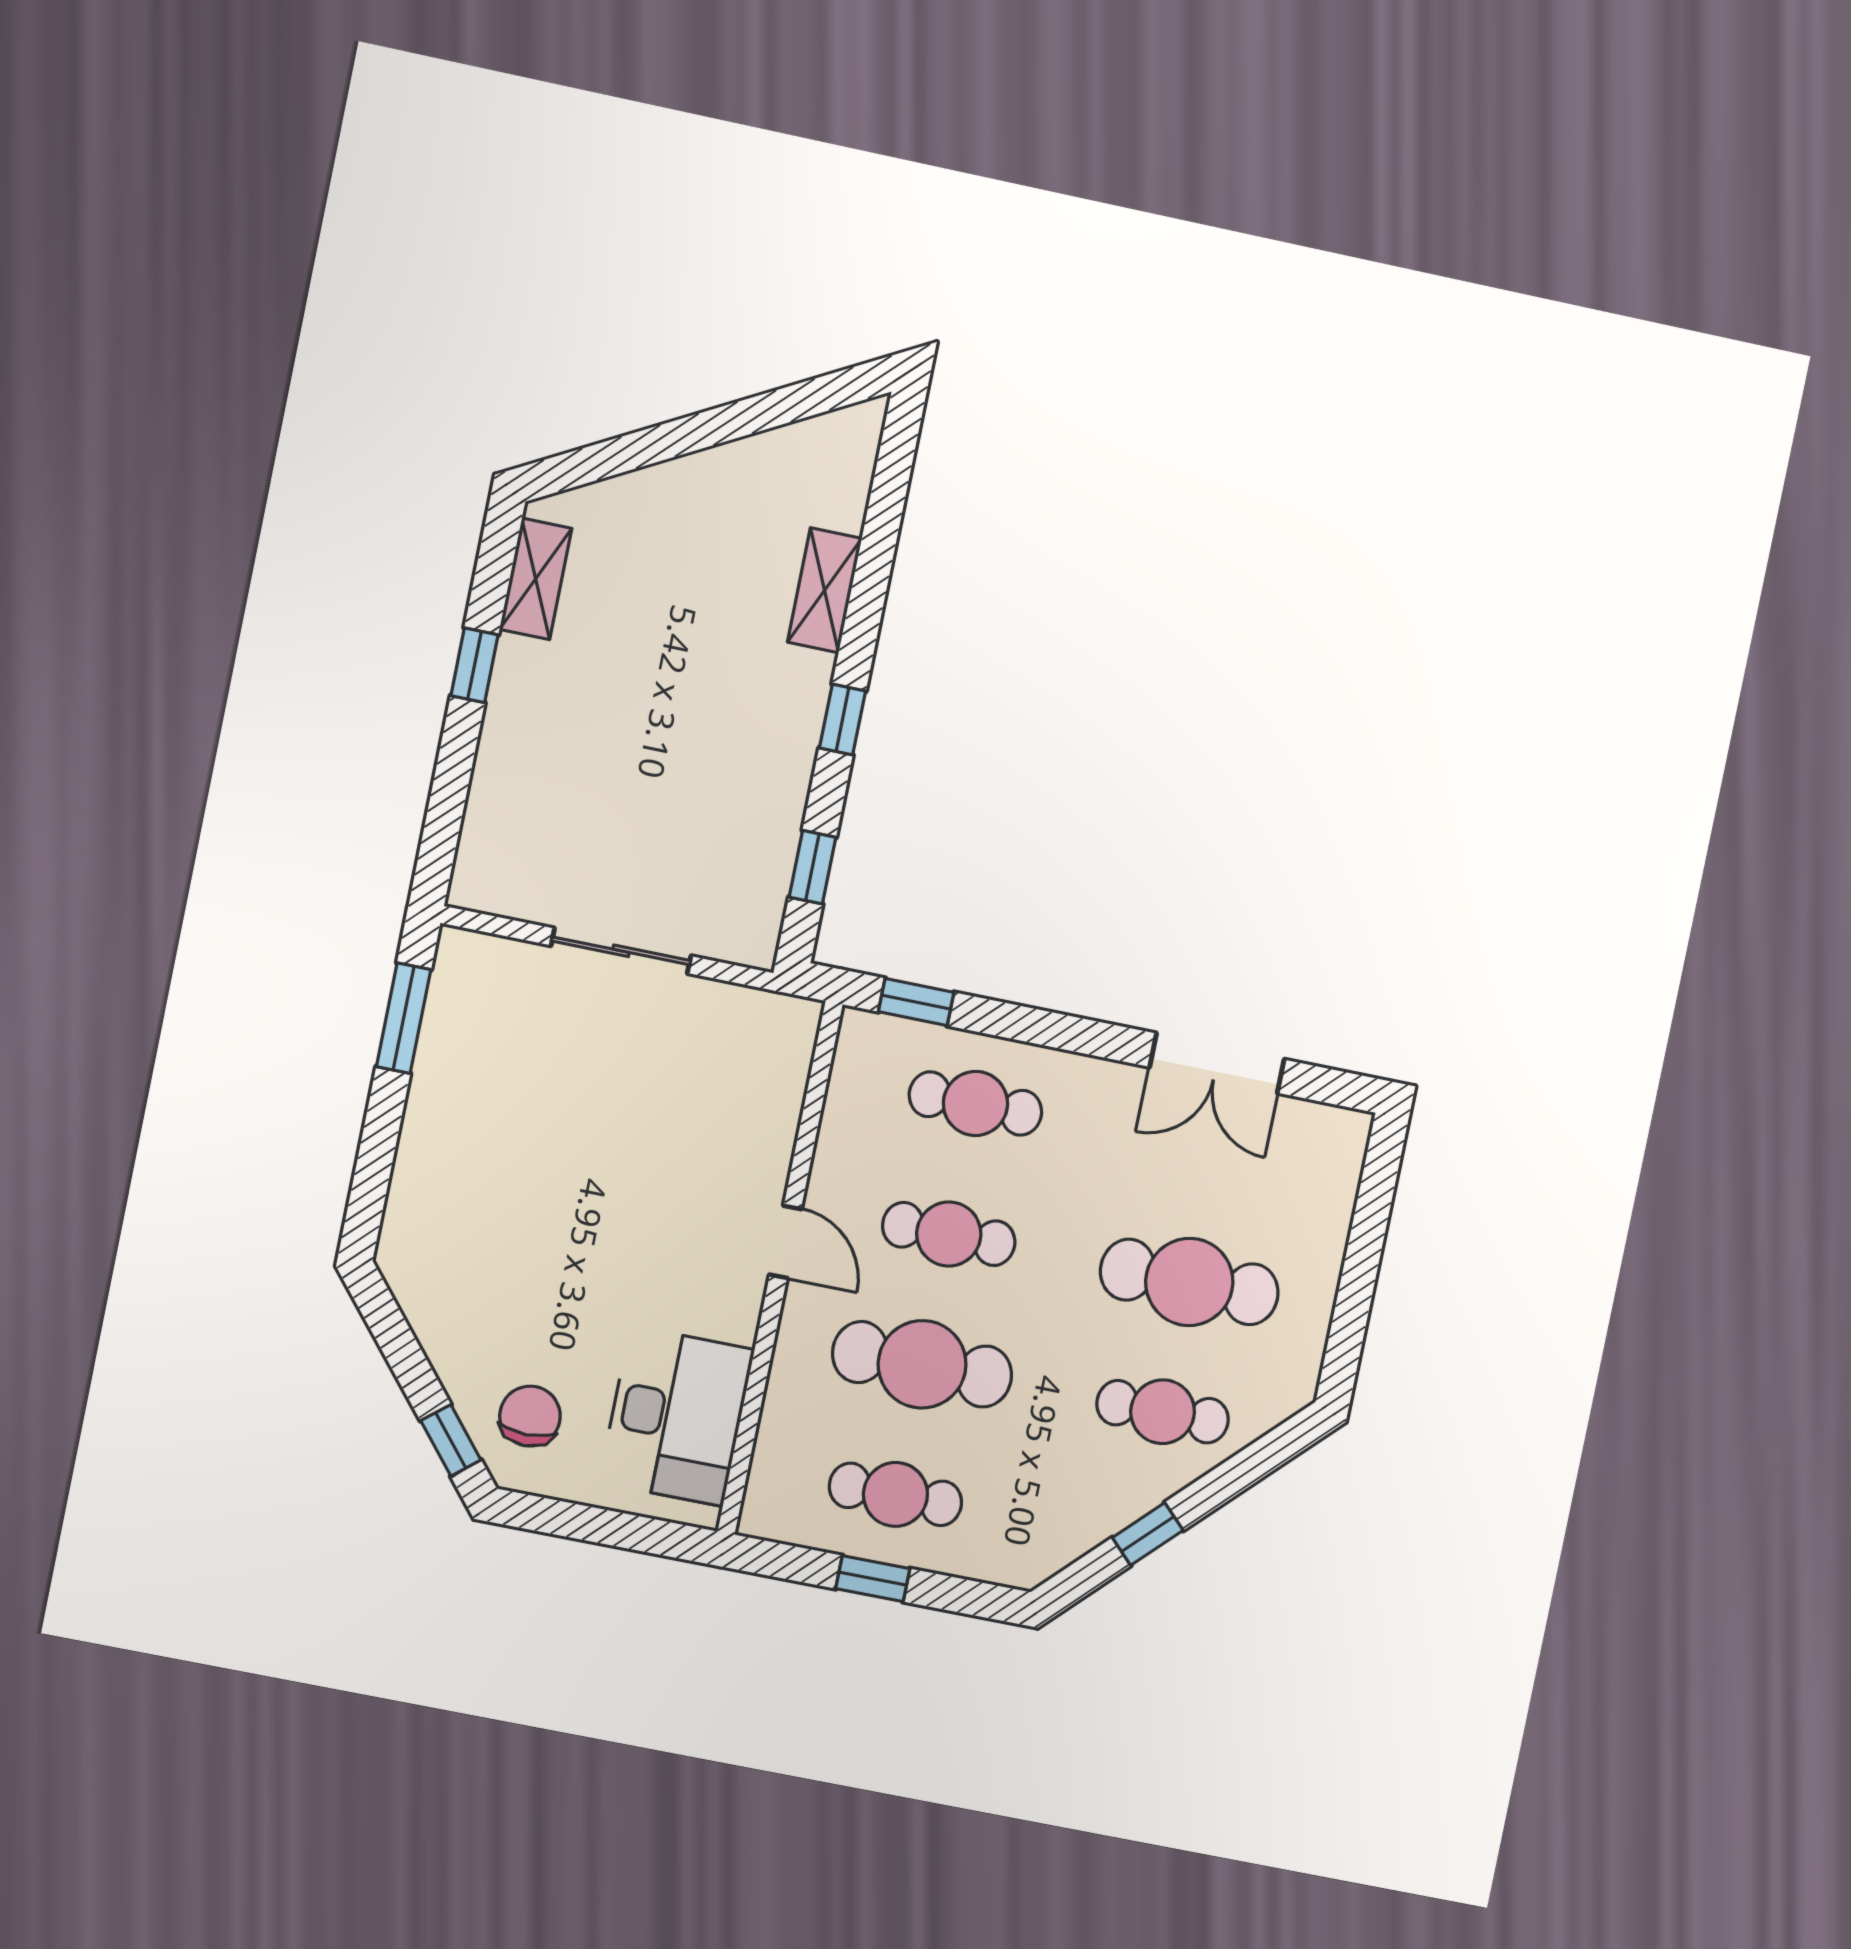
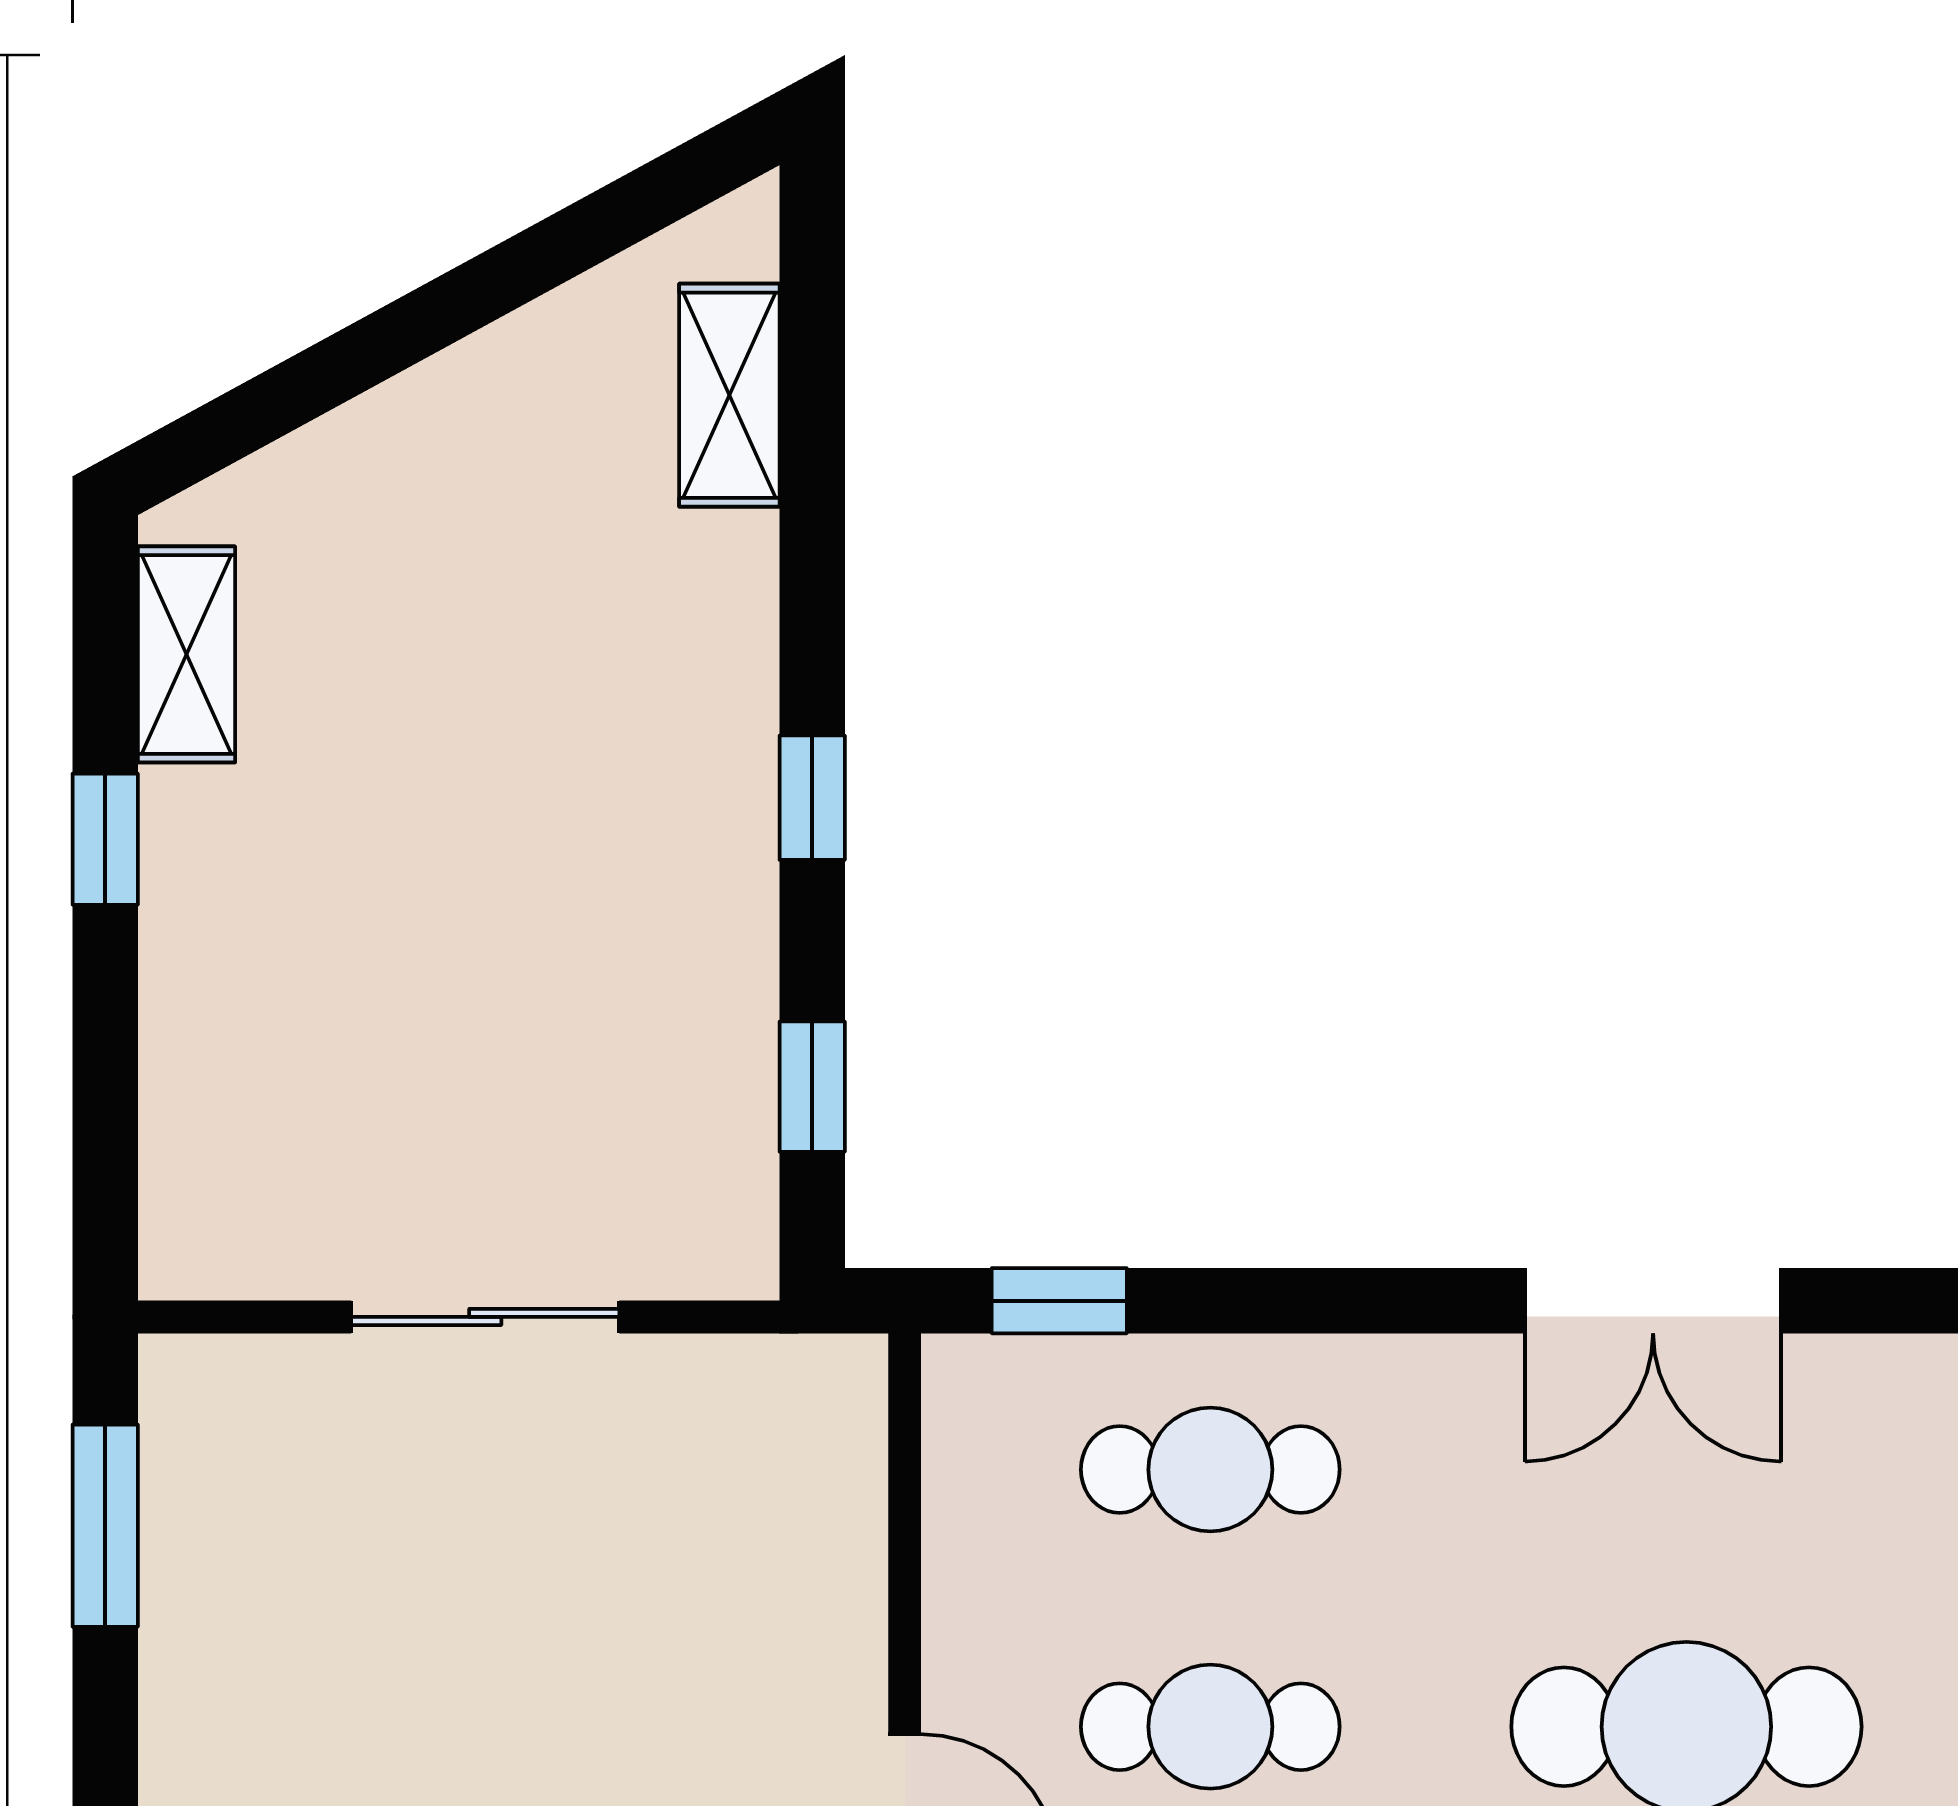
shelving: (825, 590) -> (729, 395), moved

